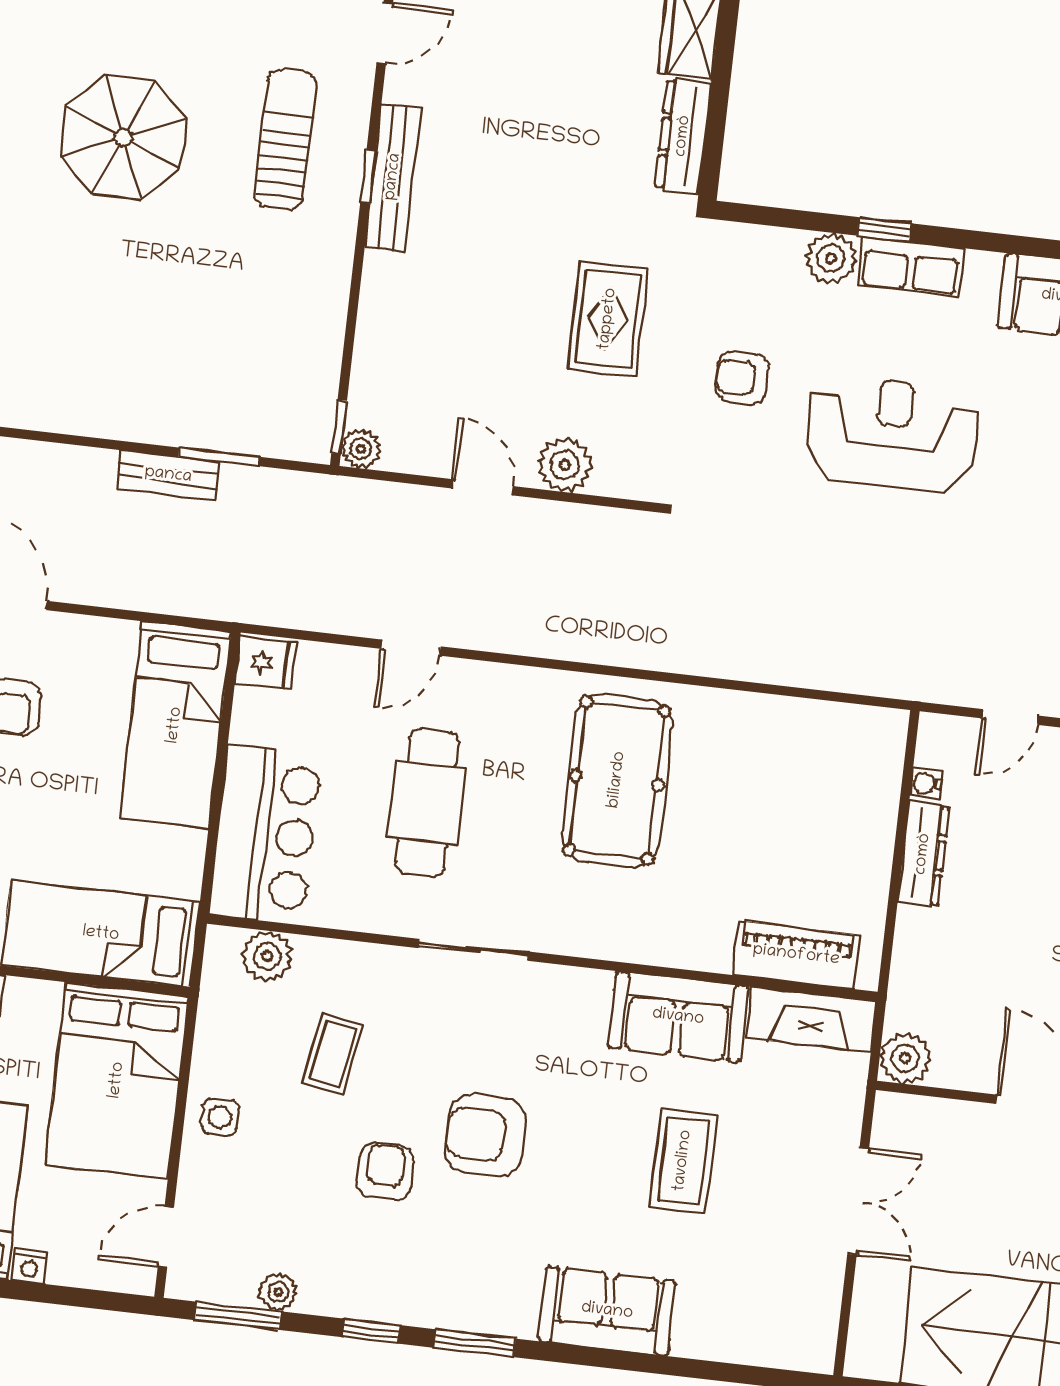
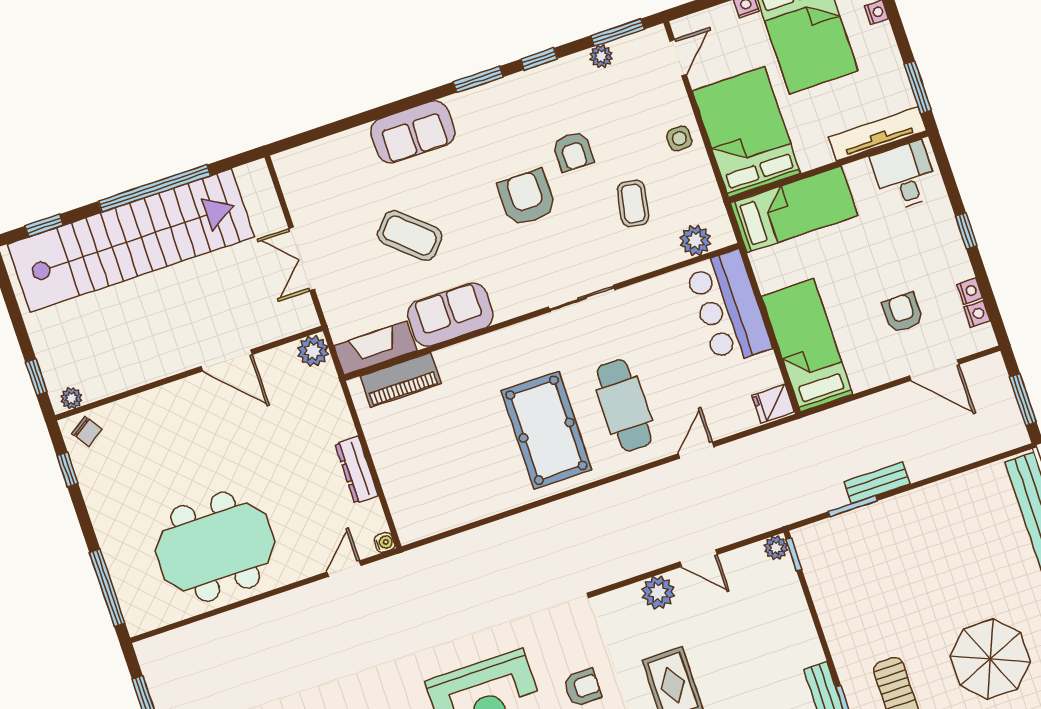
water cooler: (926, 783) -> (384, 542), moved
cafe table: (427, 803) -> (624, 405), moved
armchair: (485, 1135) -> (527, 198), turned -90
coffee table: (683, 1161) -> (410, 236), turned -48

